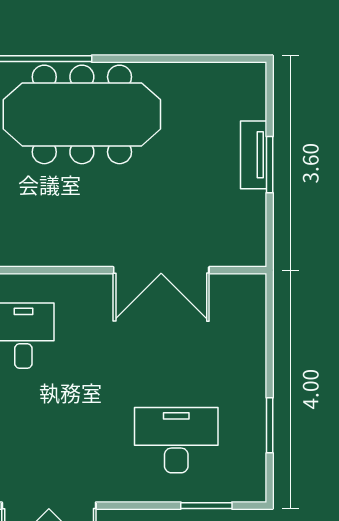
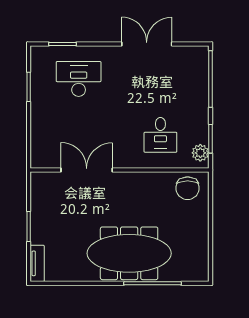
tv unit: (254, 155) -> (37, 263), moved
desk: (176, 440) -> (79, 79), turned 180

